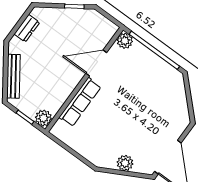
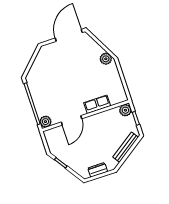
door: (96, 63) -> (71, 120), hinge flipped
row of seats: (80, 102) -> (97, 104), width x0.68
plant: (125, 163) -> (106, 59), moved

